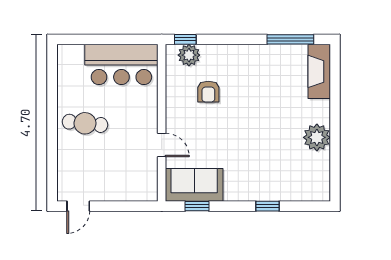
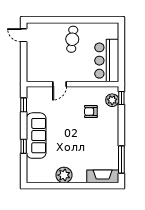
sofa: (194, 185) -> (36, 136), moved, width x1.36

